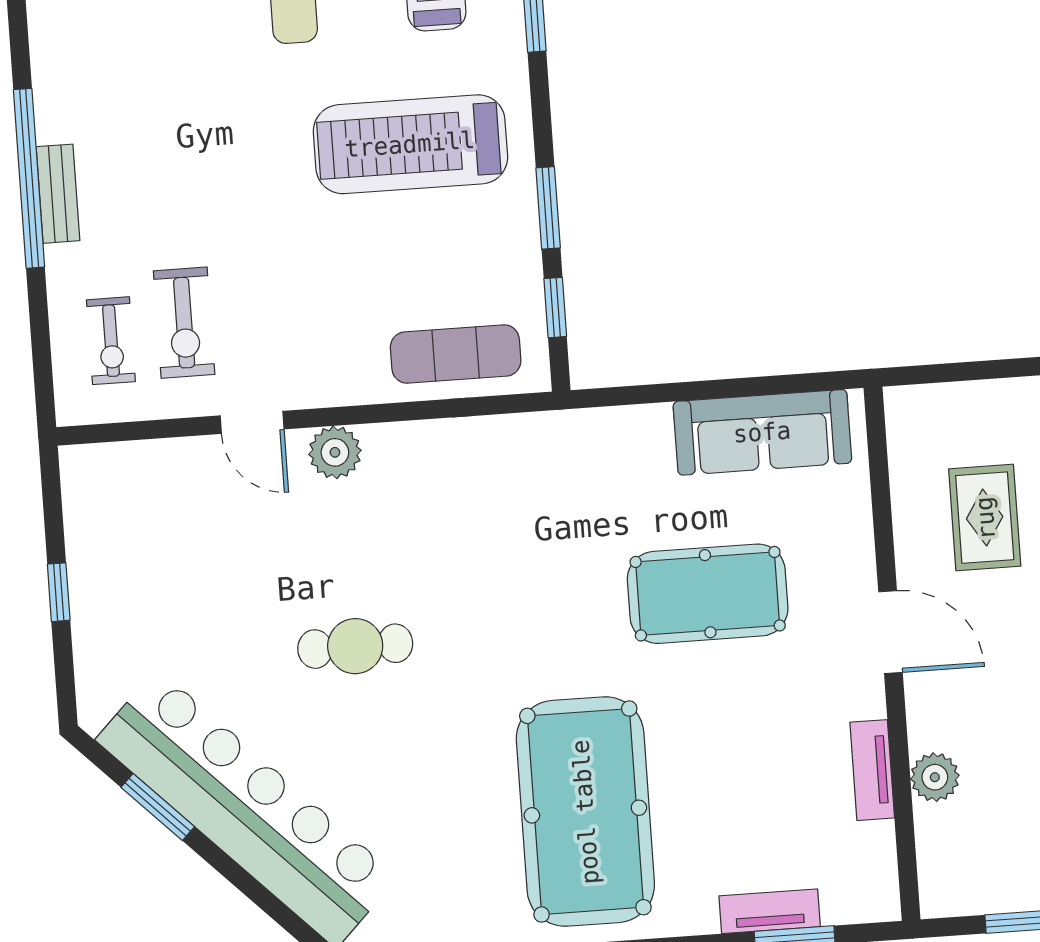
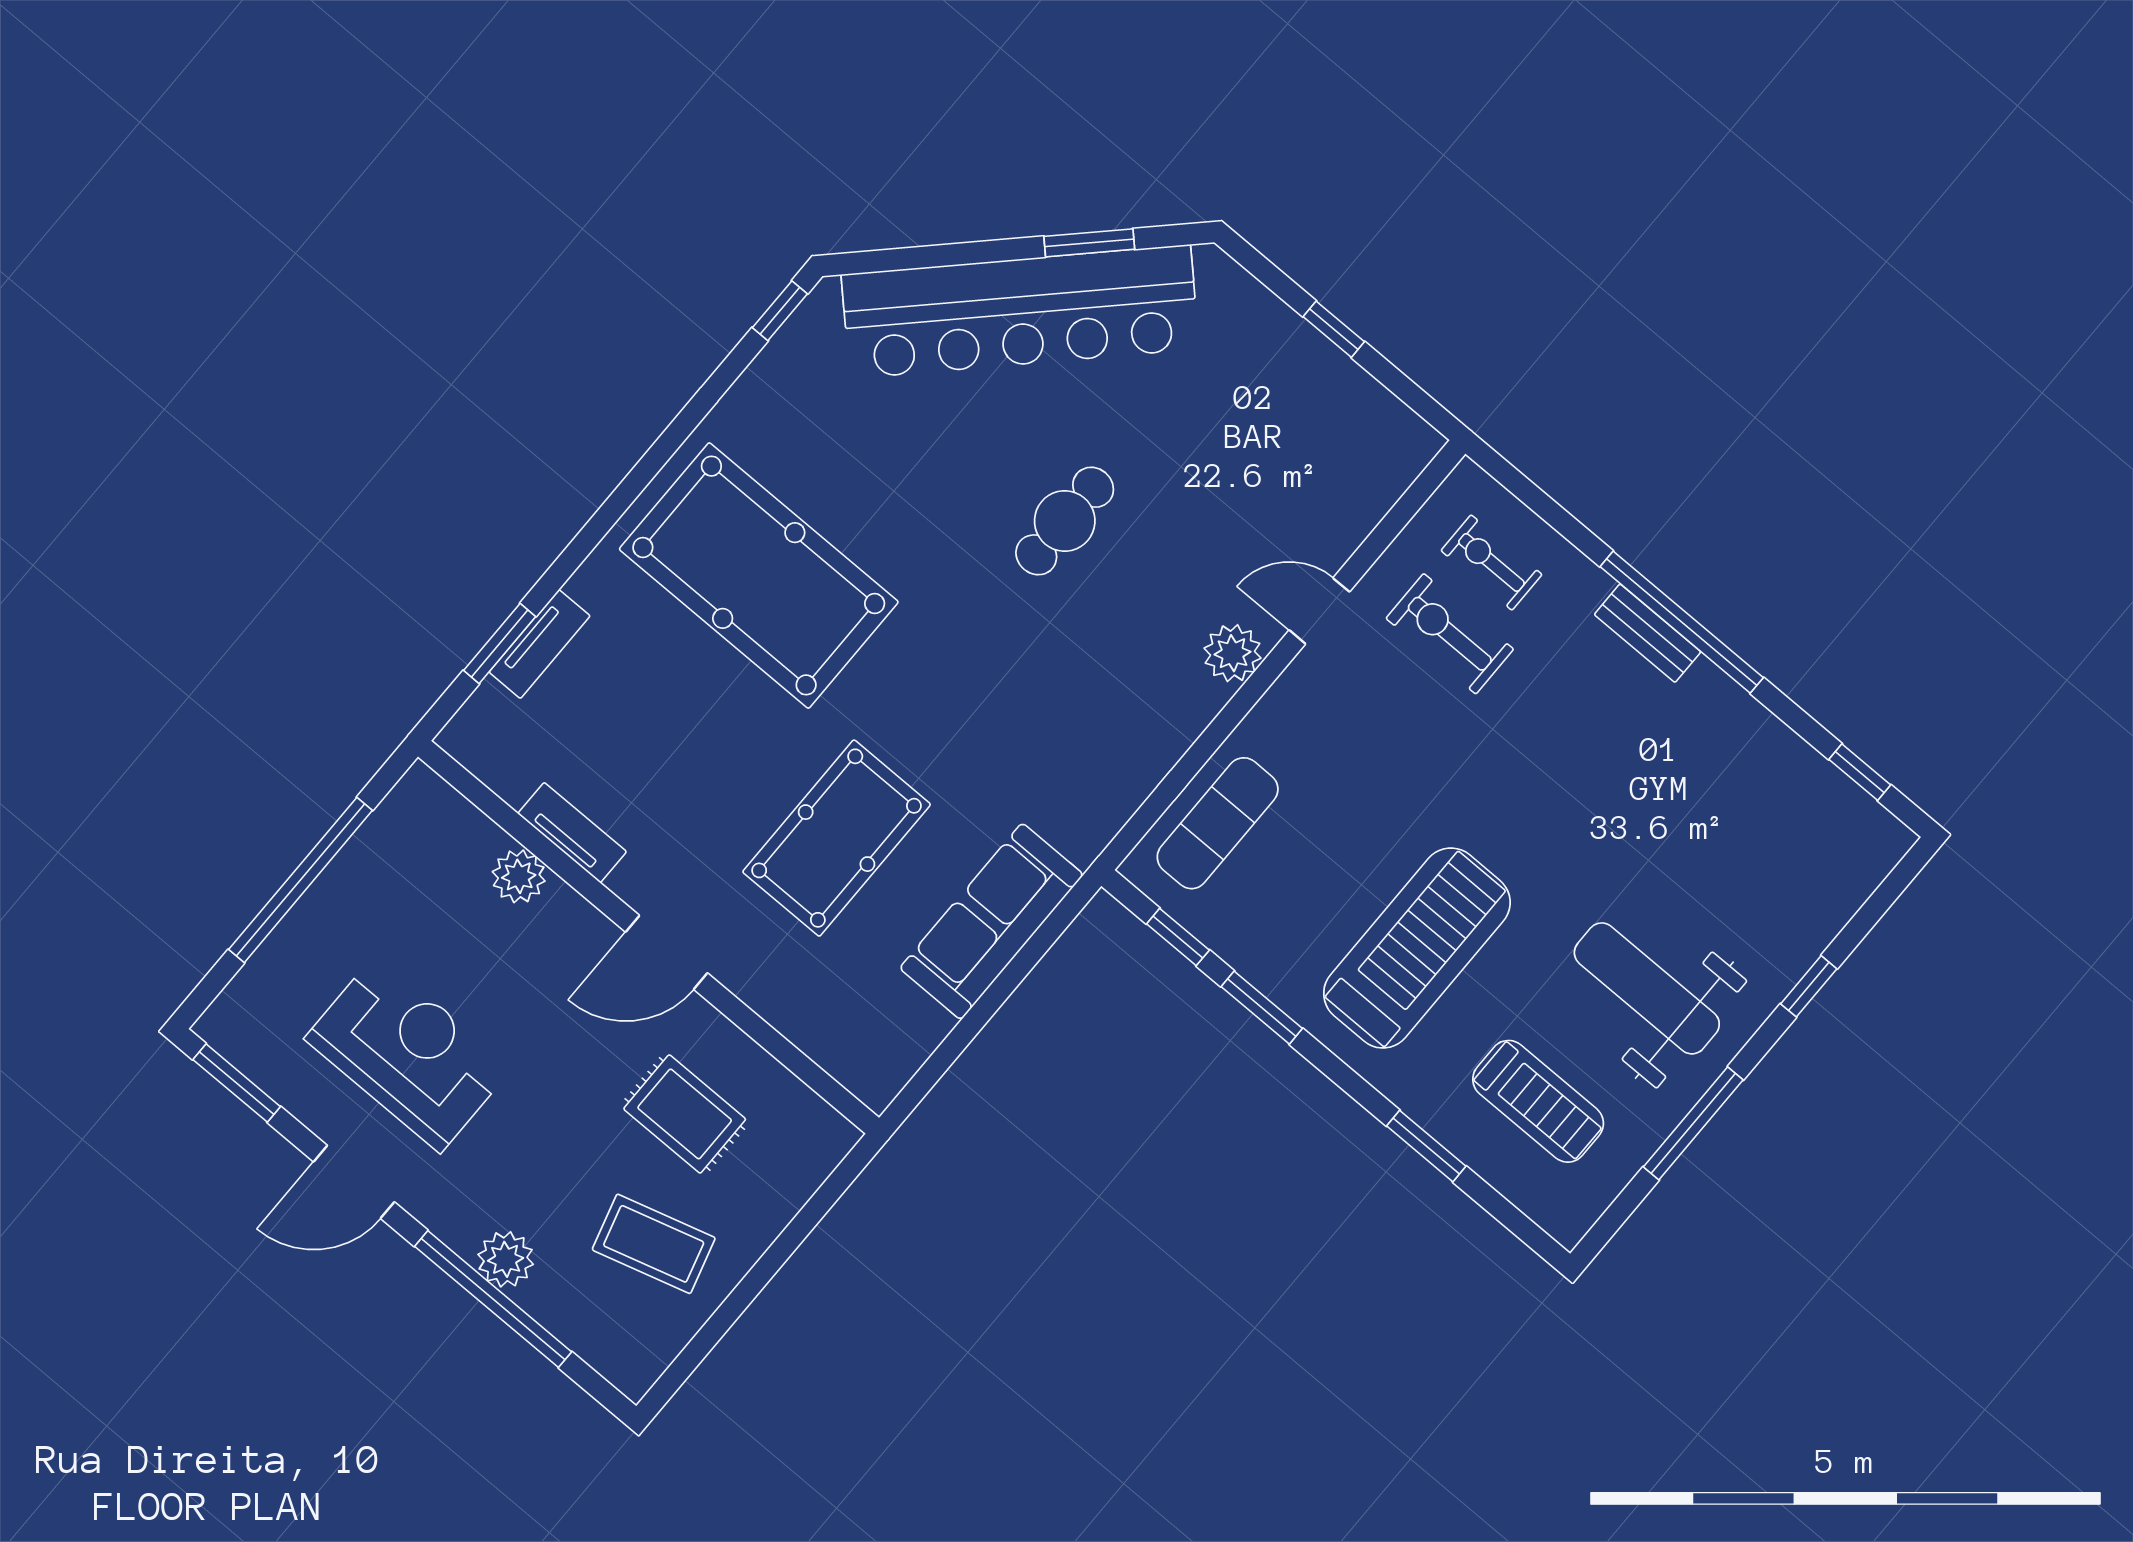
sofa: (762, 432) -> (992, 921), moved

